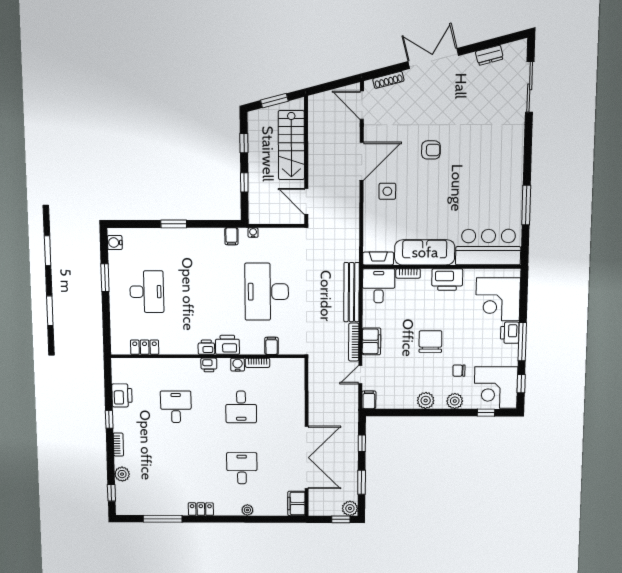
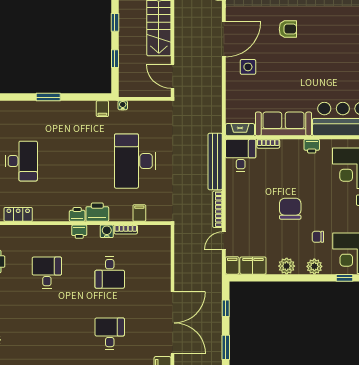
printer: (447, 280) -> (312, 146), width x0.53, depth x0.68
filing cabinet: (371, 341) -> (253, 266), moved, turned -90

